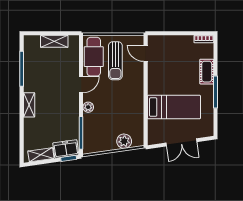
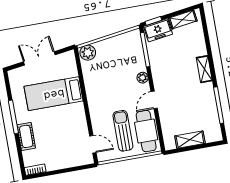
plant: (124, 141) -> (88, 53), moved

